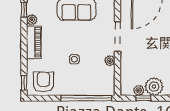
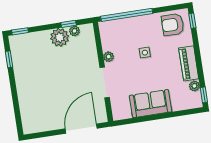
armchair: (43, 82) -> (173, 25), turned 90

